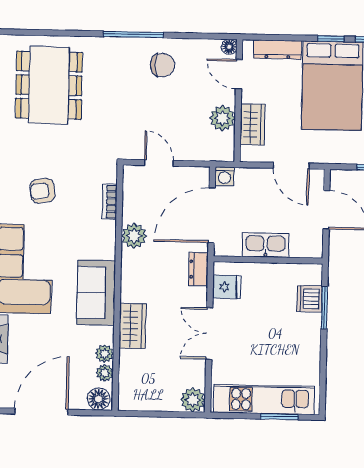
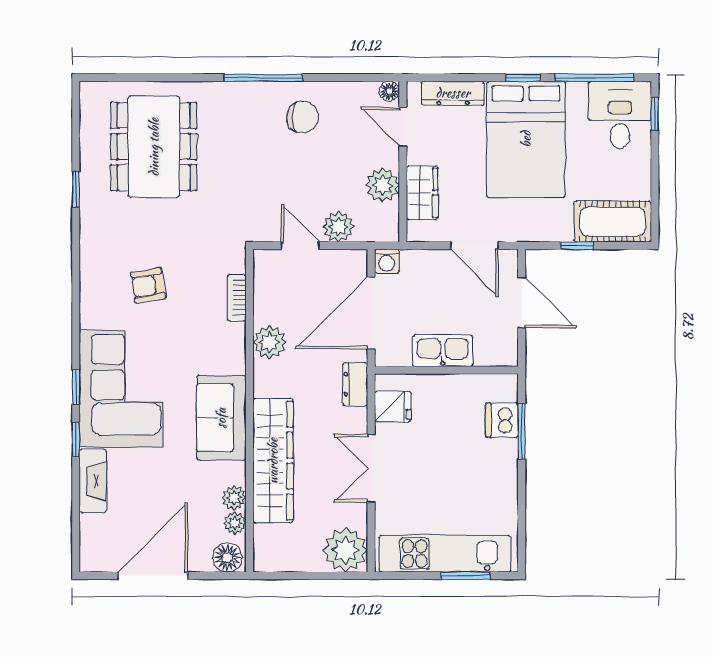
plant: (188, 149) -> (338, 227), added
wardrobe: (133, 326) -> (273, 461), width x2.10, depth x1.17
plant: (193, 400) -> (345, 550), width x1.36, depth x1.36

